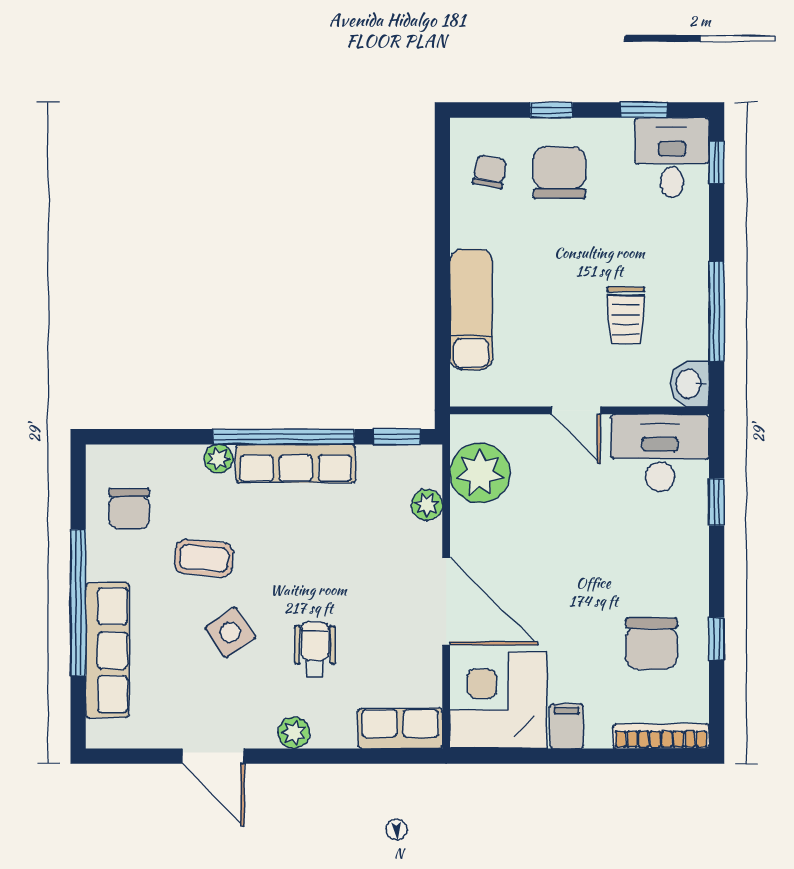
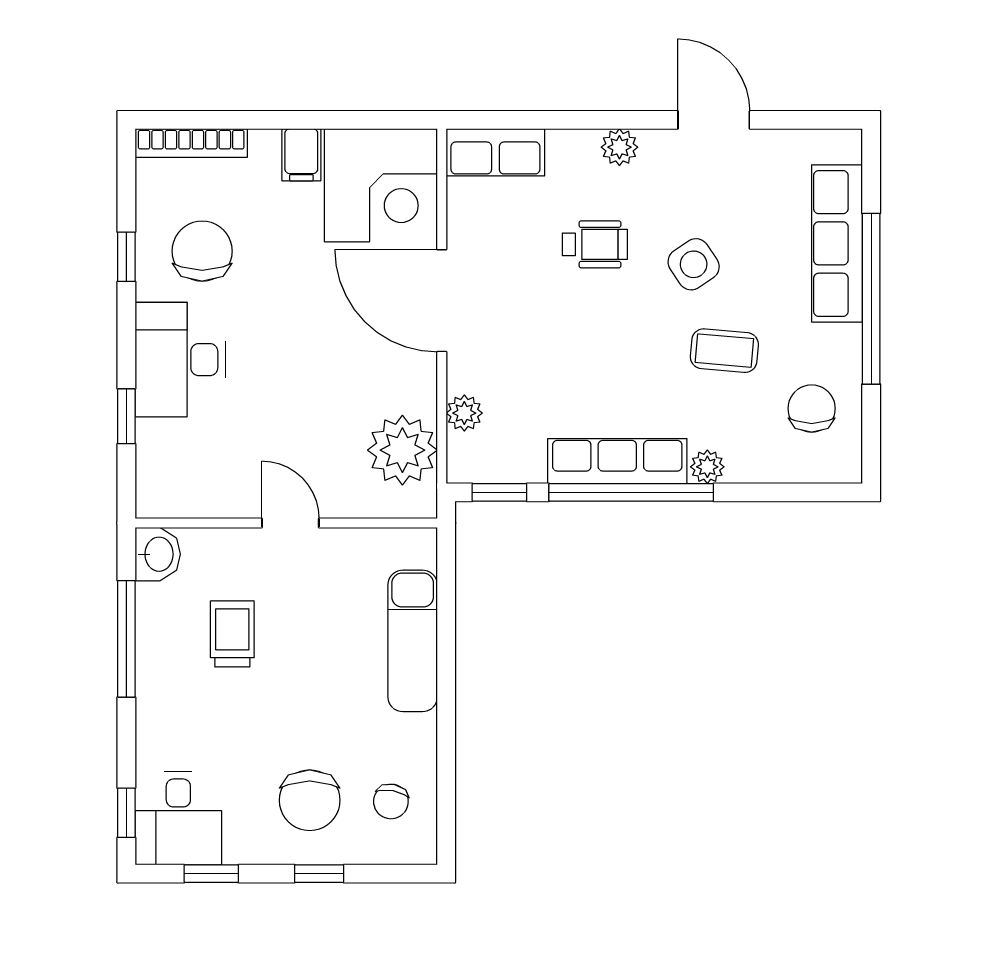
desk: (660, 453) -> (180, 360), moved, turned 90
wheelchair: (315, 649) -> (595, 244), turned -90

